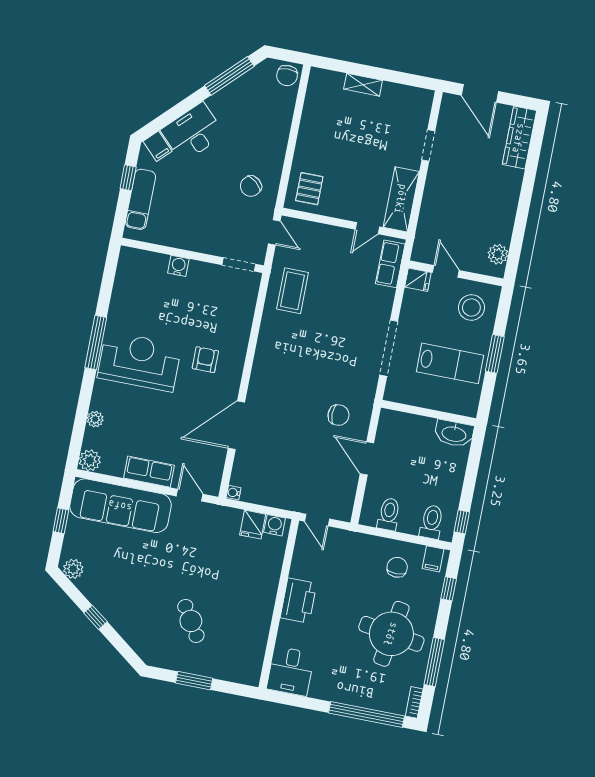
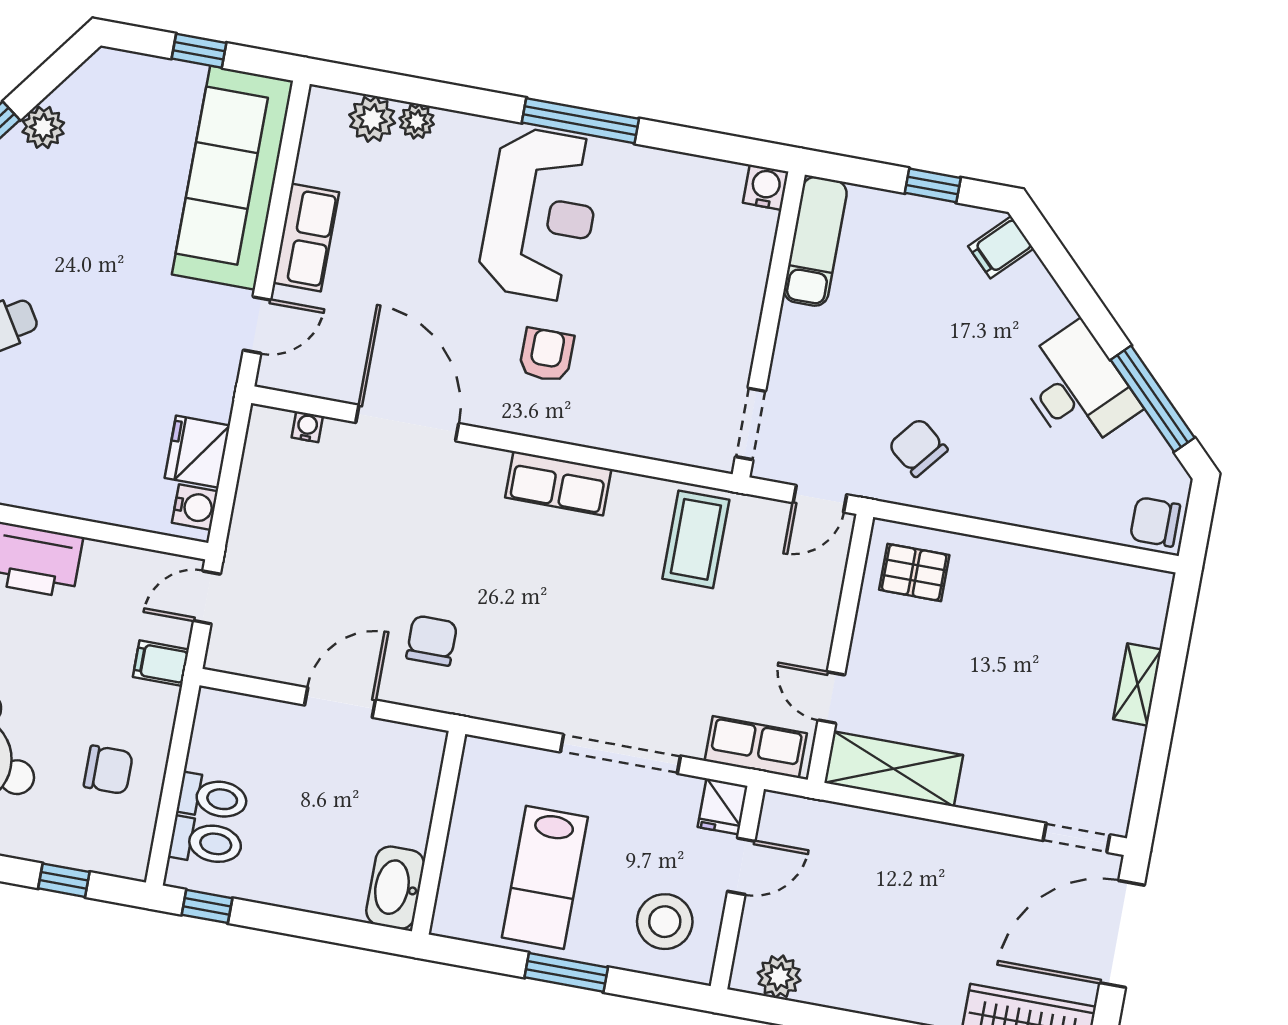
door: (480, 93) -> (1122, 934), width x1.36
desk: (193, 132) -> (1077, 388), moved
doorway: (428, 146) -> (1077, 838), moved
exam couch: (141, 199) -> (815, 241), moved, turned -90
water cooler: (178, 266) -> (766, 187), moved, turned -90
coffee table: (293, 291) -> (696, 539), turned 90
doorway: (389, 348) -> (620, 754), moved
row of seats: (266, 355) -> (558, 483), added
armchair: (205, 360) -> (546, 355), turned -90
chair: (338, 415) -> (432, 641), turned 180
plant: (90, 460) -> (372, 119), moved
water cooler: (234, 493) -> (307, 427), moved
toilet: (389, 514) -> (213, 798), moved
fridge: (253, 525) -> (197, 452), width x1.38
filing cabinet: (433, 559) -> (161, 663), moved
plant: (73, 569) -> (43, 127), moved

